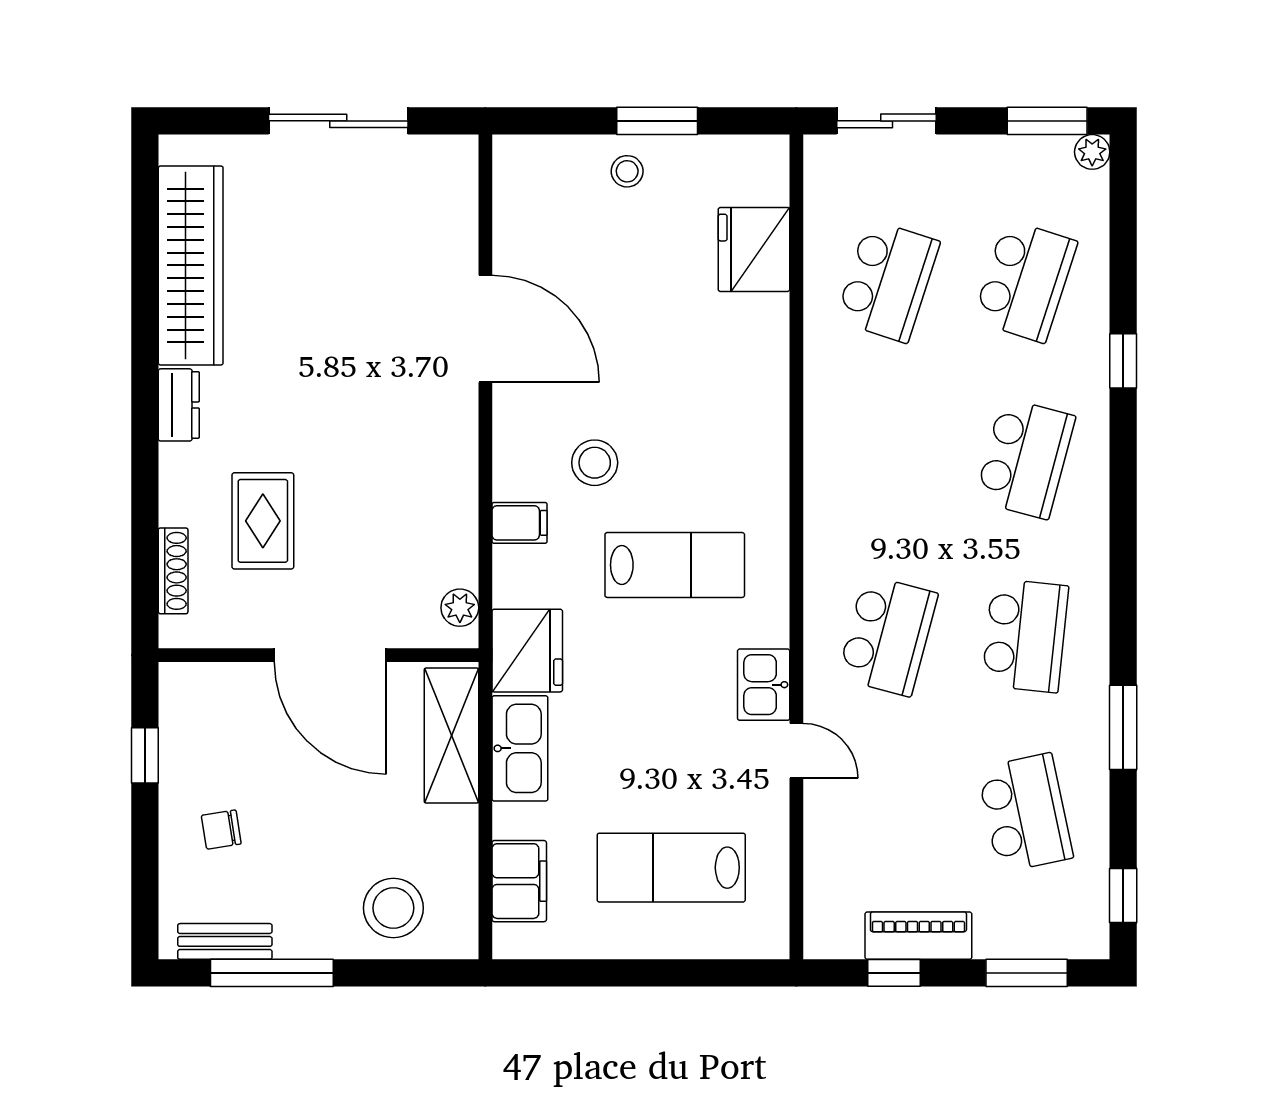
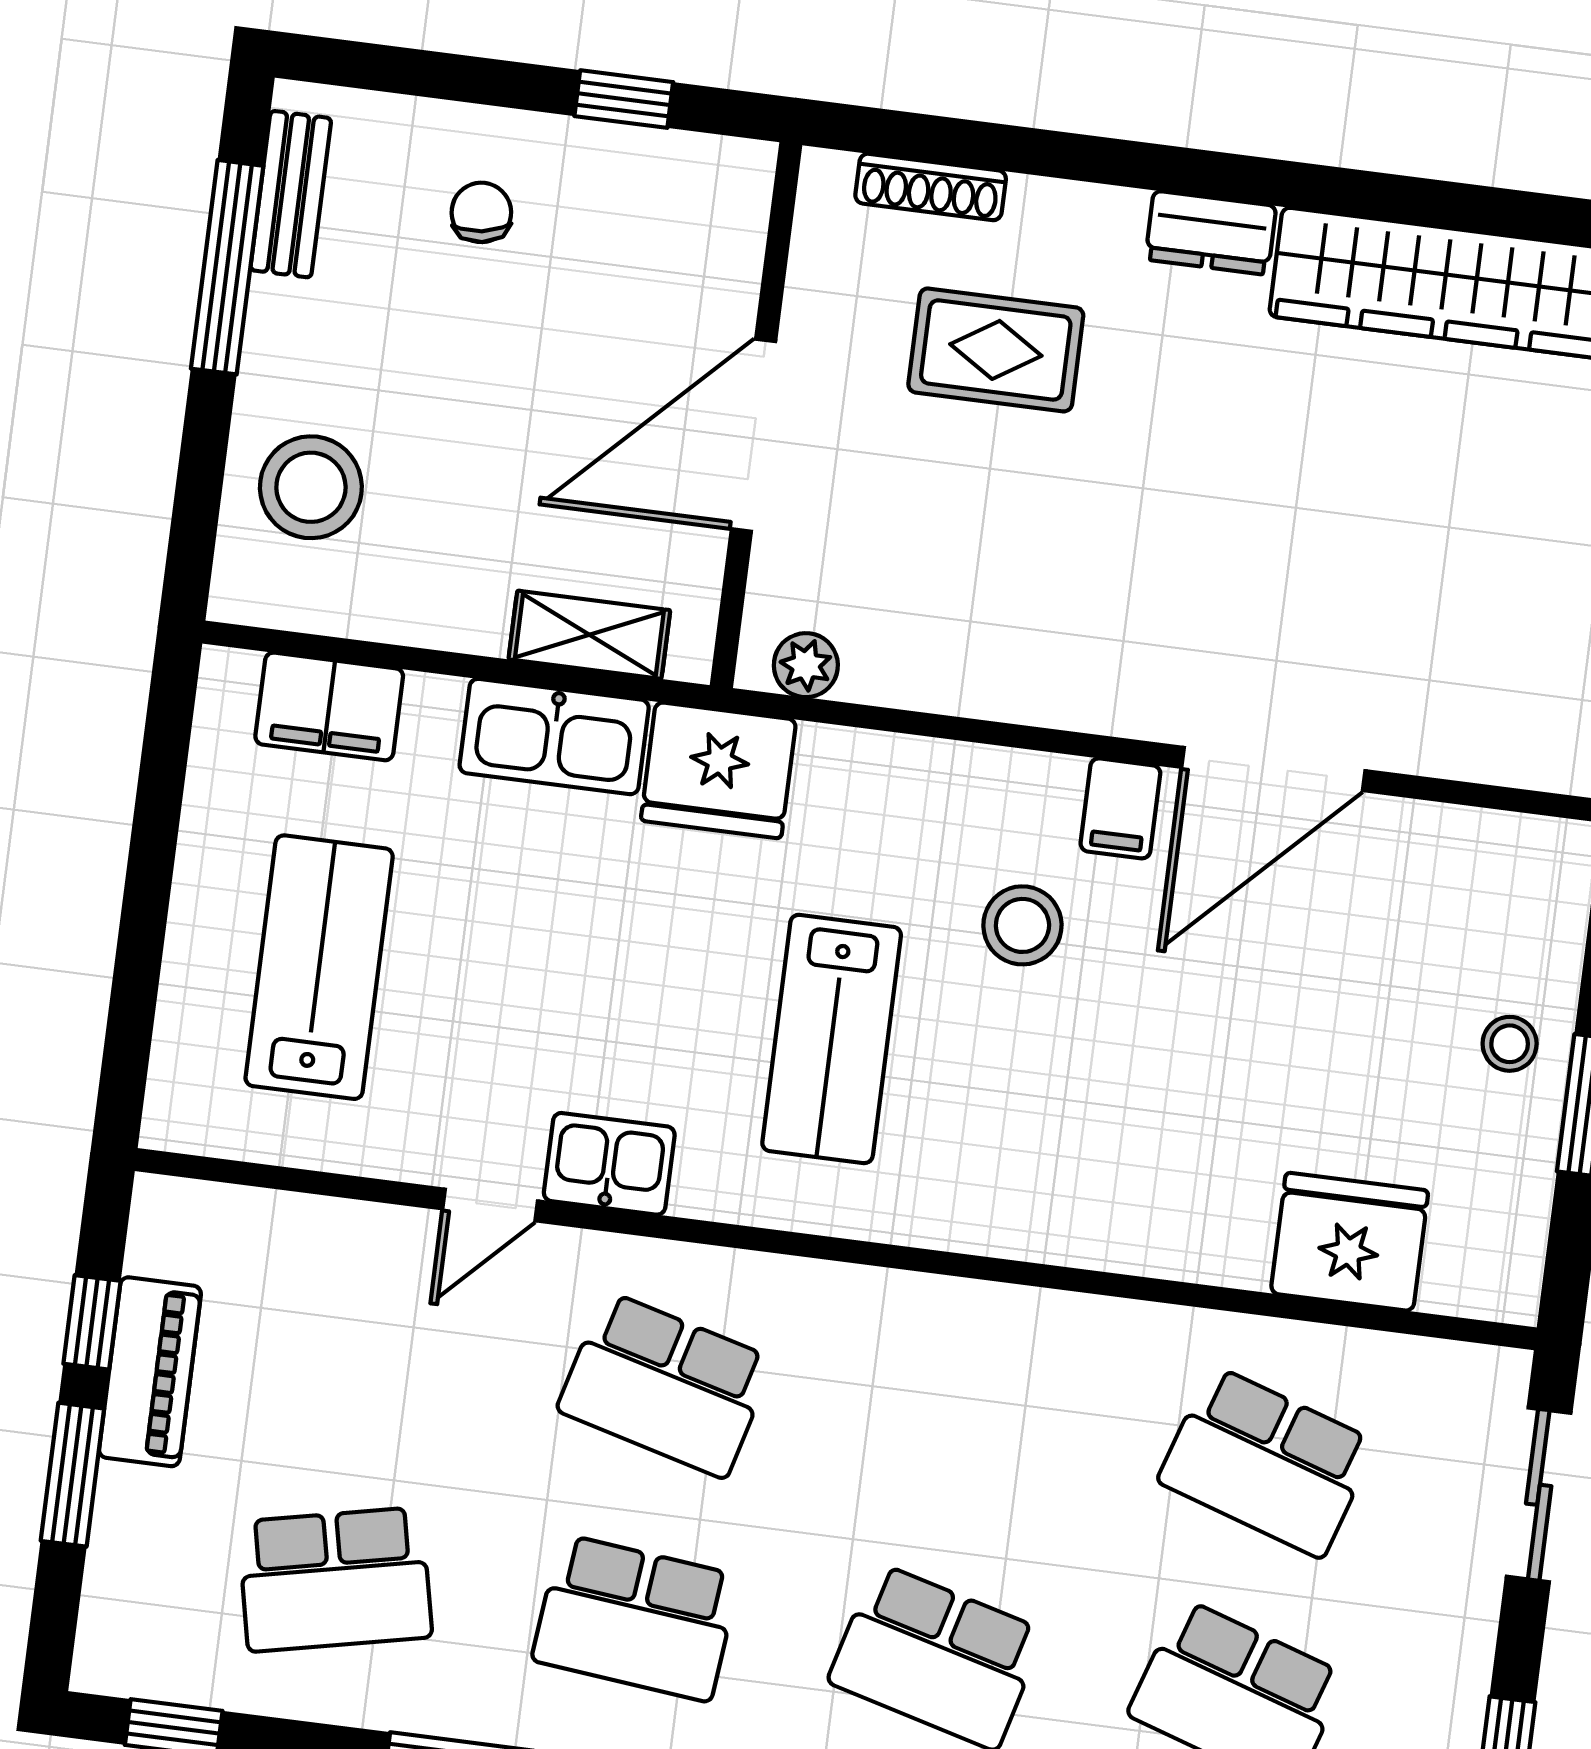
filing cabinet: (520, 523) -> (1120, 808), moved
shelving: (451, 736) -> (589, 635), width x0.67, depth x0.75
window: (1027, 973) -> (72, 1475), moved

